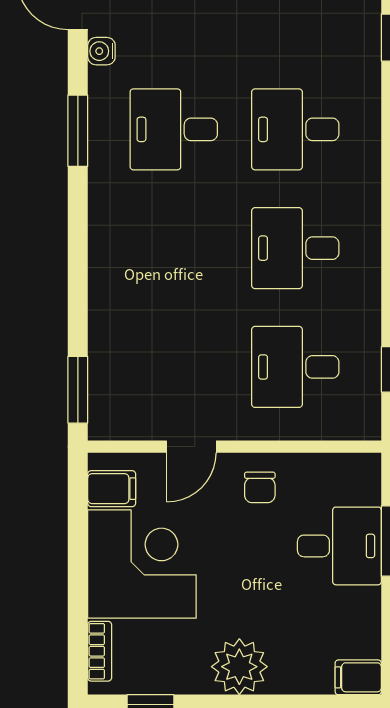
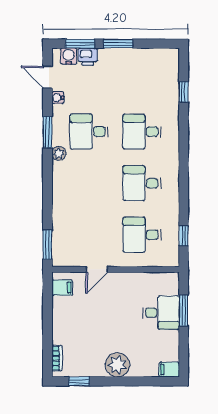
plant: (104, 180) -> (59, 153), added
chair: (260, 487) -> (127, 287), removed
corner desk: (142, 564) -> (75, 320), removed

